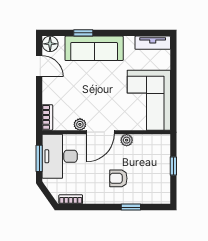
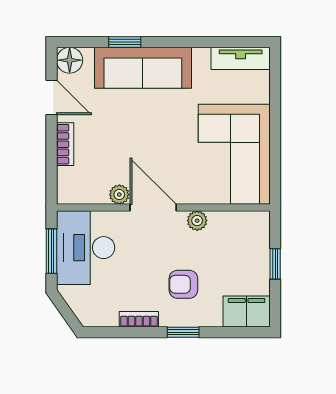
bookcase: (47, 117) -> (65, 144), moved
door: (100, 132) -> (153, 208), swing flipped
filing cabinet: (156, 195) -> (247, 311), added
bookcase: (71, 199) -> (139, 319), moved
window: (131, 207) -> (183, 332), moved

